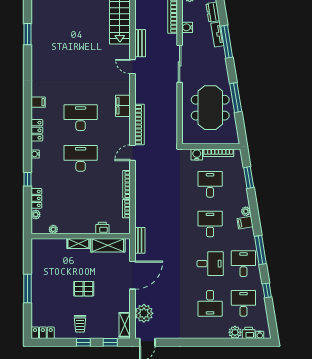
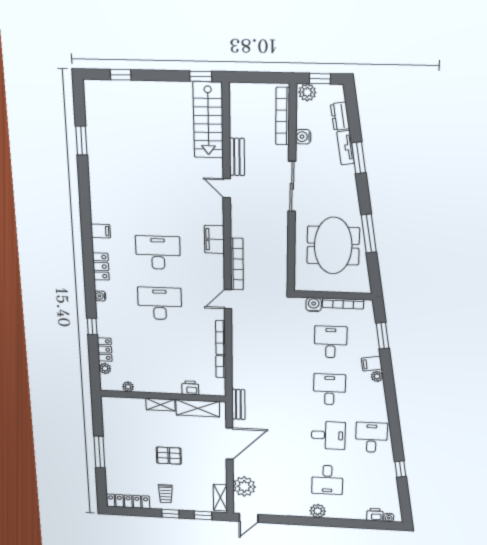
window: (227, 42) -> (359, 158), width x0.69
filing cabinet: (245, 223) -> (372, 364), moved
window: (260, 250) -> (394, 423), removed
desk: (243, 303) -> (370, 482), removed
plant: (235, 332) -> (318, 511), moved
locker: (43, 333) -> (128, 501), width x1.53

